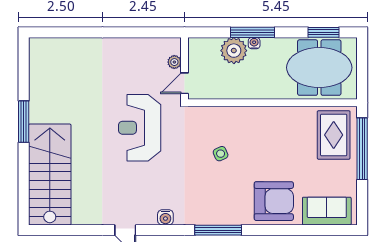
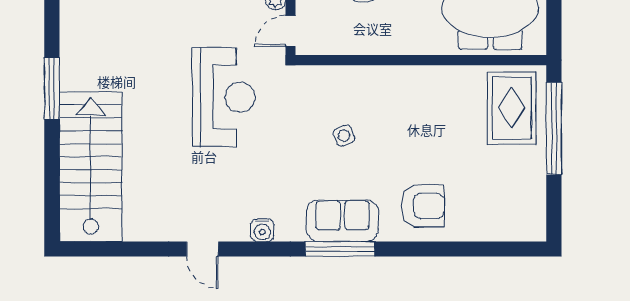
reception desk: (140, 128) -> (224, 97), turned 180
armchair: (274, 201) -> (423, 206), width x0.73, depth x0.73
sofa: (327, 211) -> (342, 221), moved

